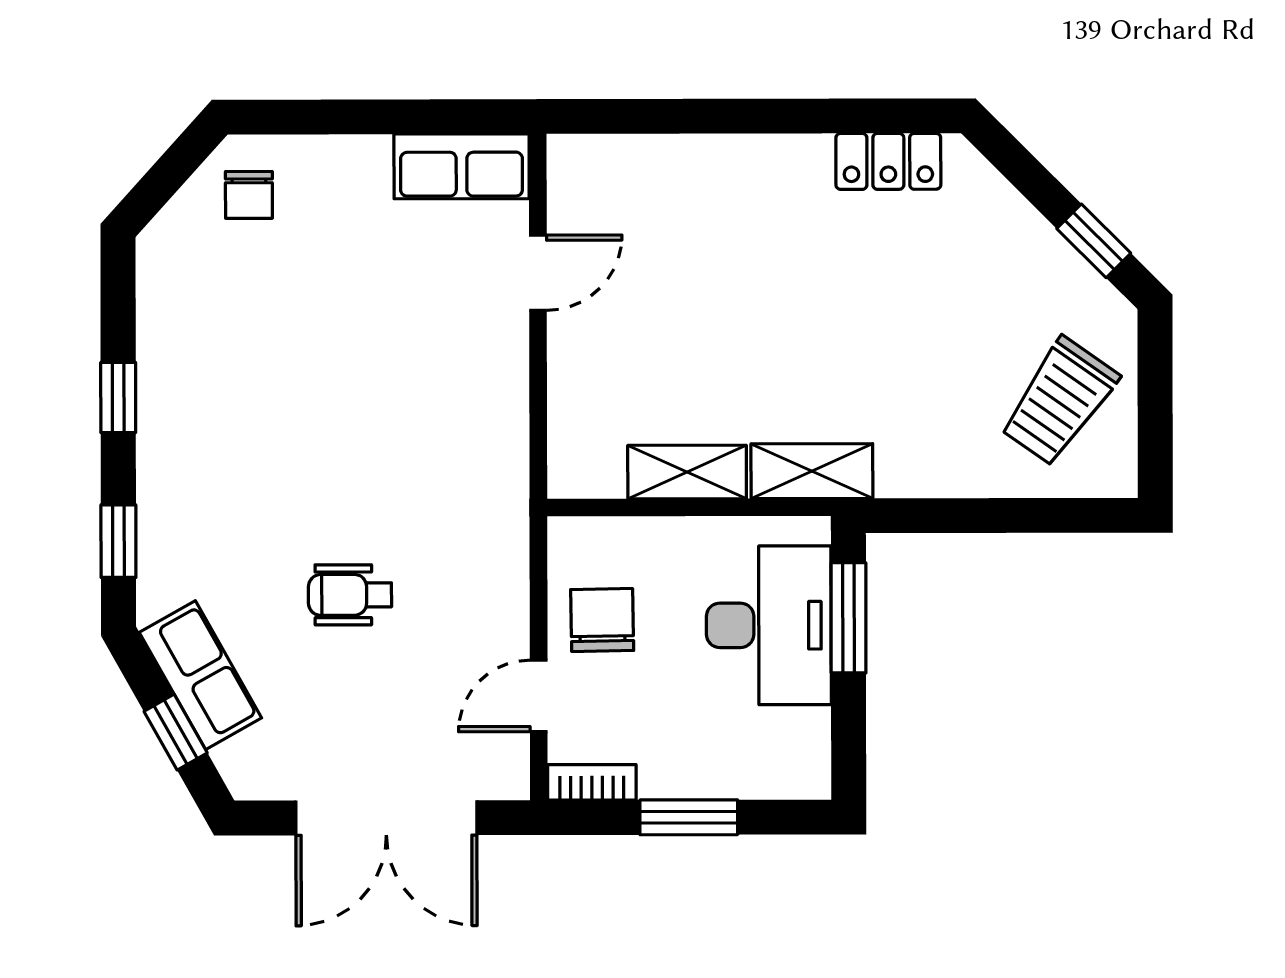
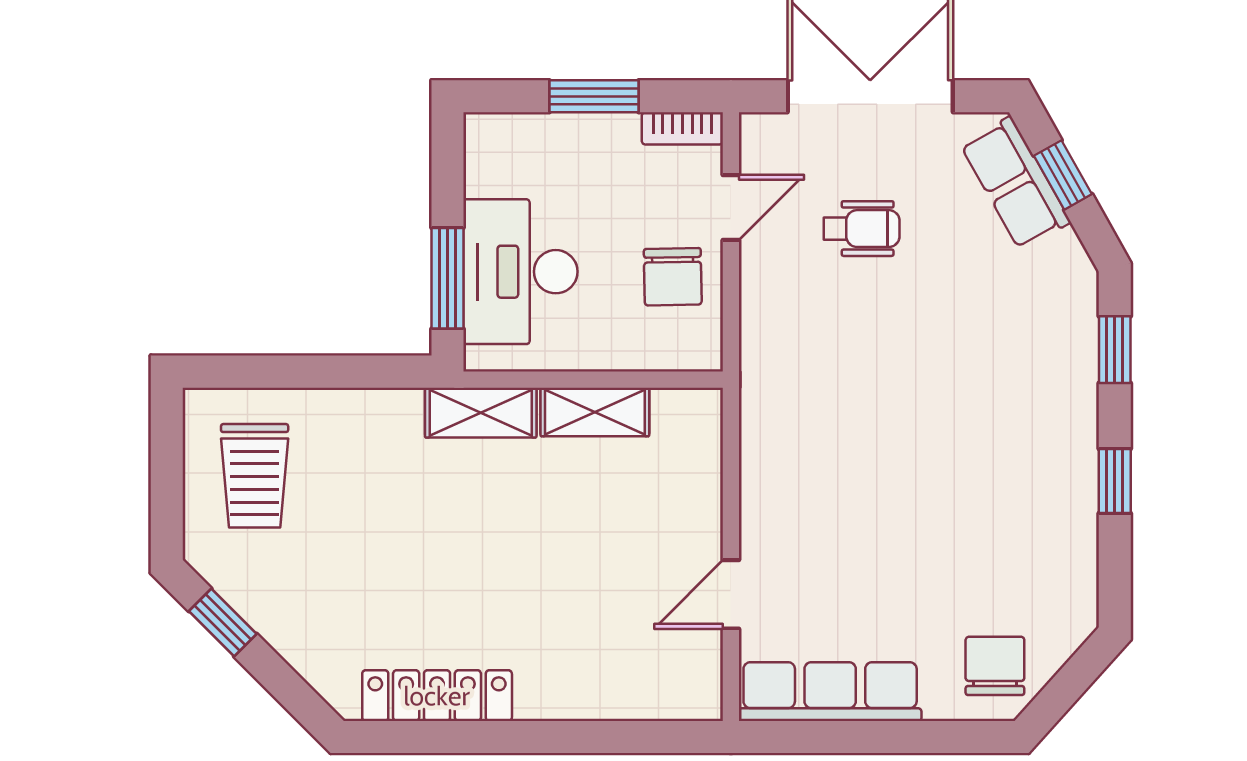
locker: (888, 161) -> (437, 696), width x1.53
row of seats: (462, 166) -> (830, 692), width x1.48
chair: (249, 195) -> (995, 666), width x1.37, depth x1.37
trolley: (1059, 402) -> (255, 476), turned 145
wheelchair: (350, 595) -> (862, 229), moved
row of seats: (200, 675) -> (1015, 183), moved

